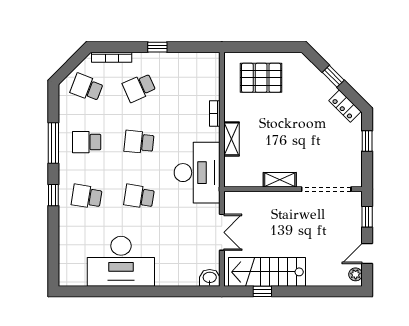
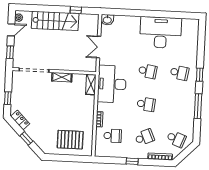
shelving: (231, 139) -> (91, 85), moved
school desk: (87, 142) -> (113, 136), moved
stairs: (267, 272) -> (55, 21), moved

